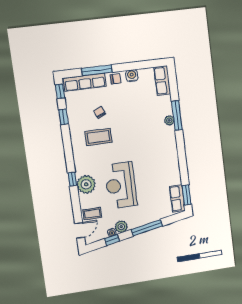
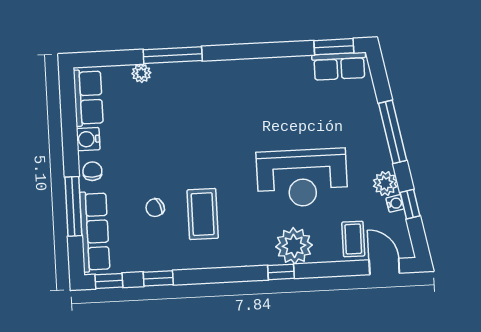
row of seats: (162, 81) -> (88, 98), moved, turned -90
plant: (169, 120) -> (141, 73), moved

